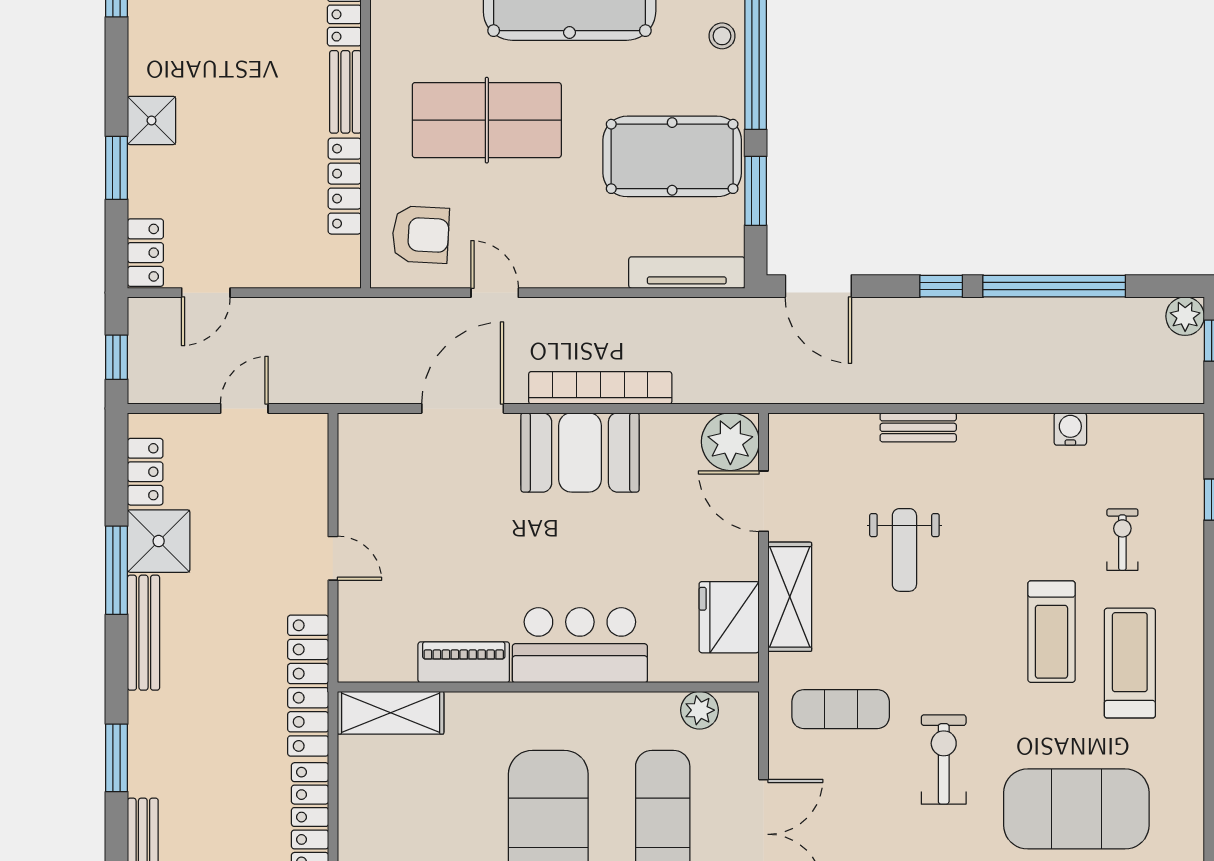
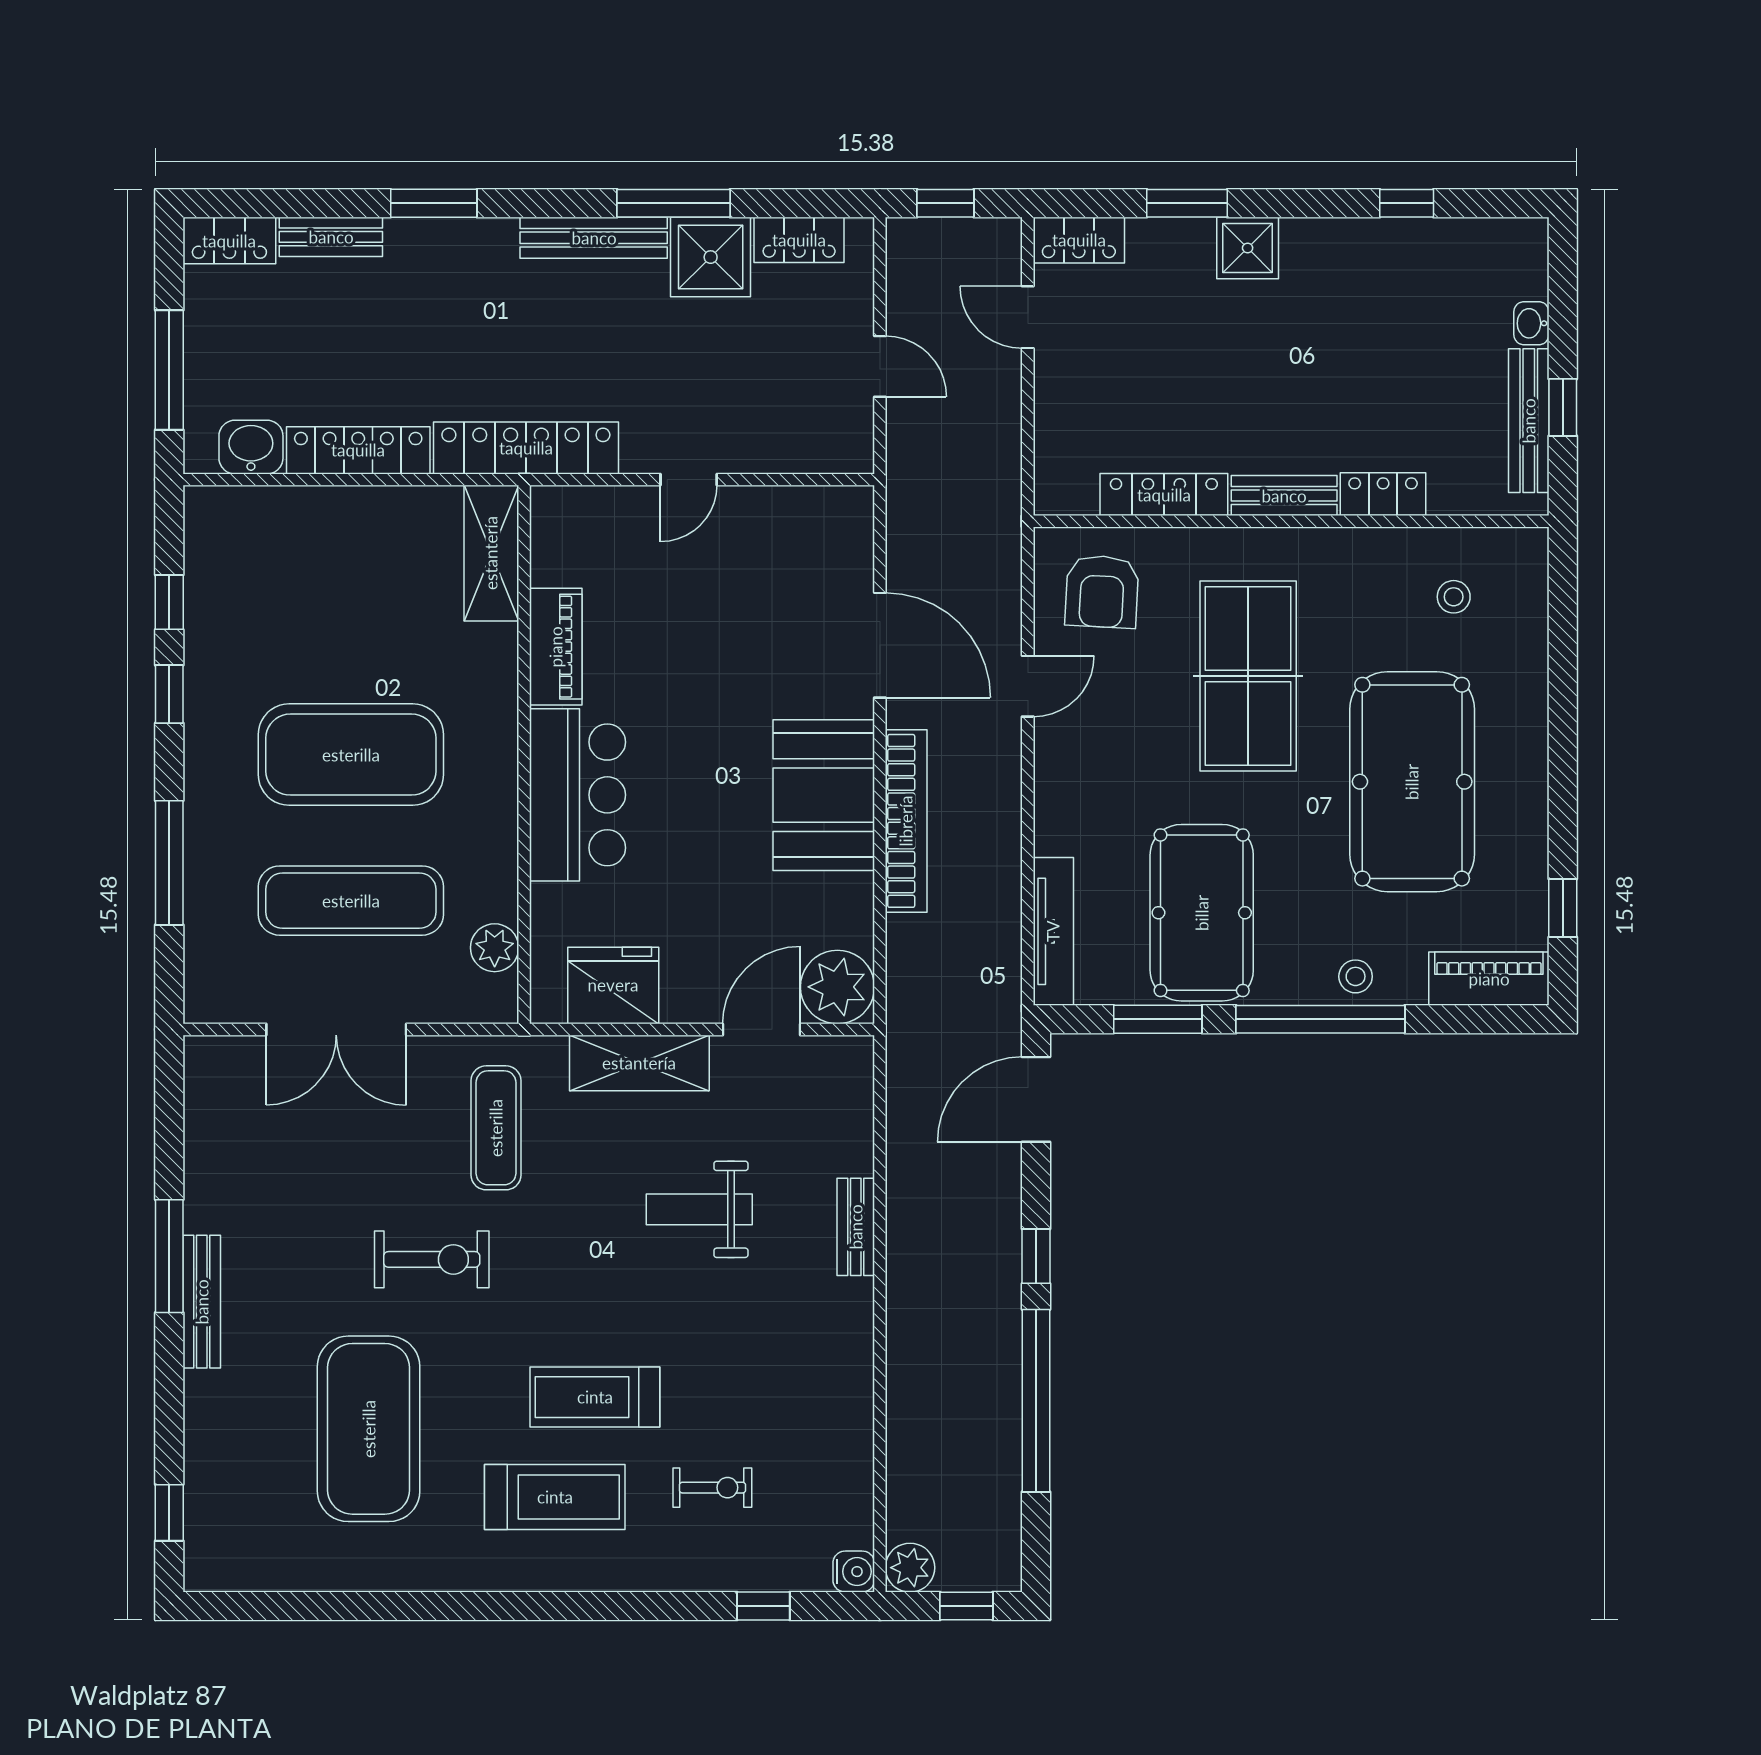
plant: (1185, 316) -> (910, 1568), moved
water cooler: (1070, 429) -> (854, 1572), moved

